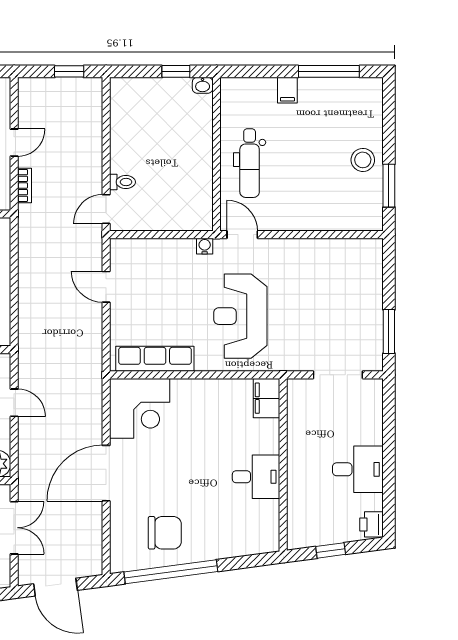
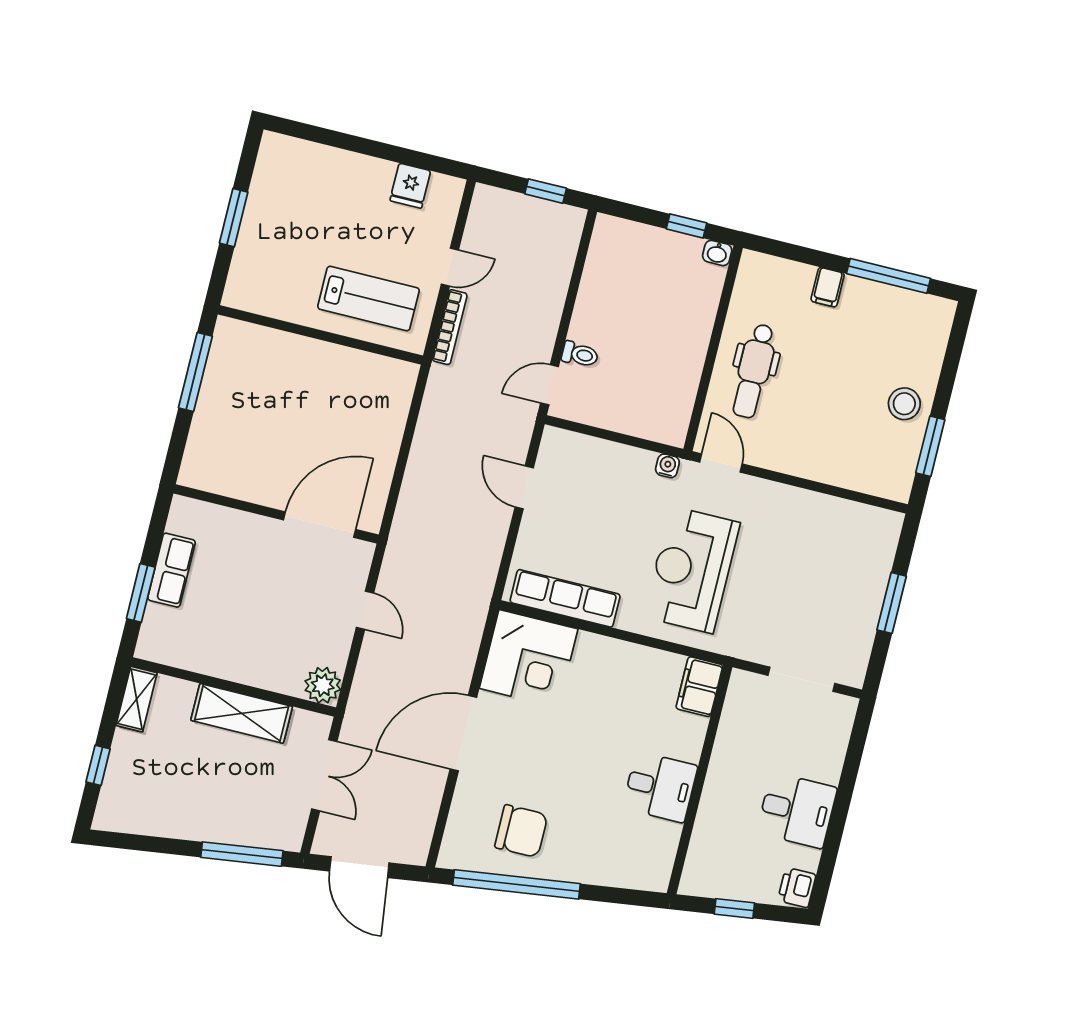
bookcase: (25, 186) -> (450, 327), width x1.56
window: (389, 332) -> (892, 603), moved

